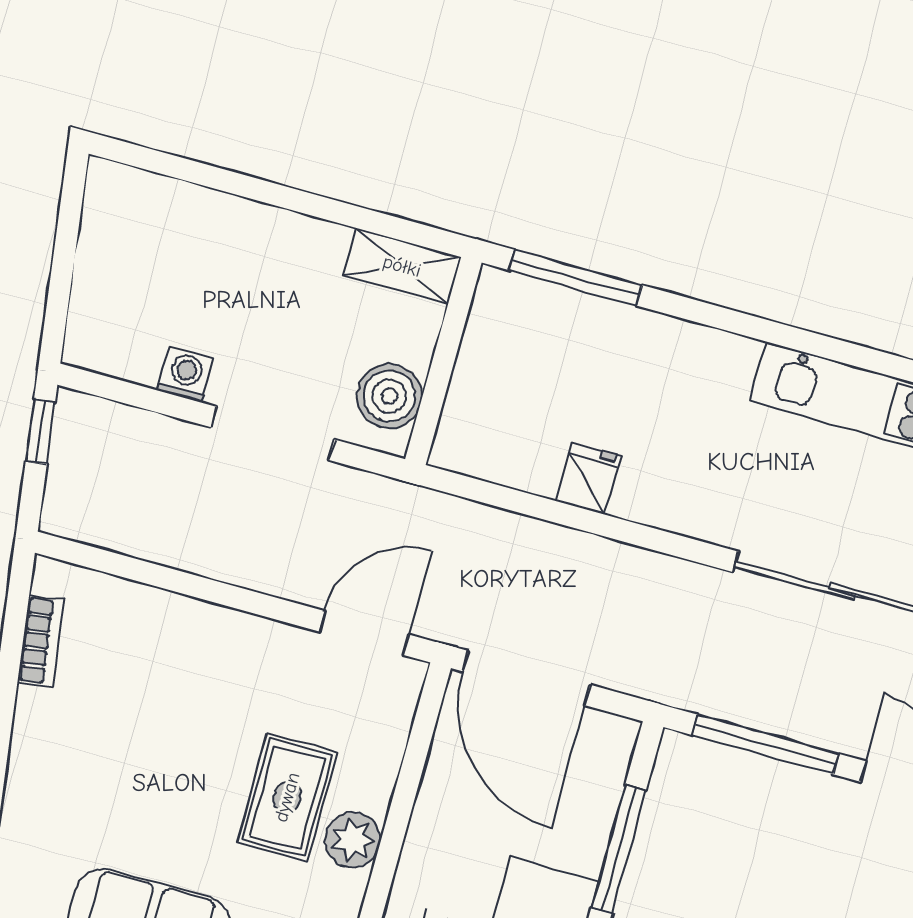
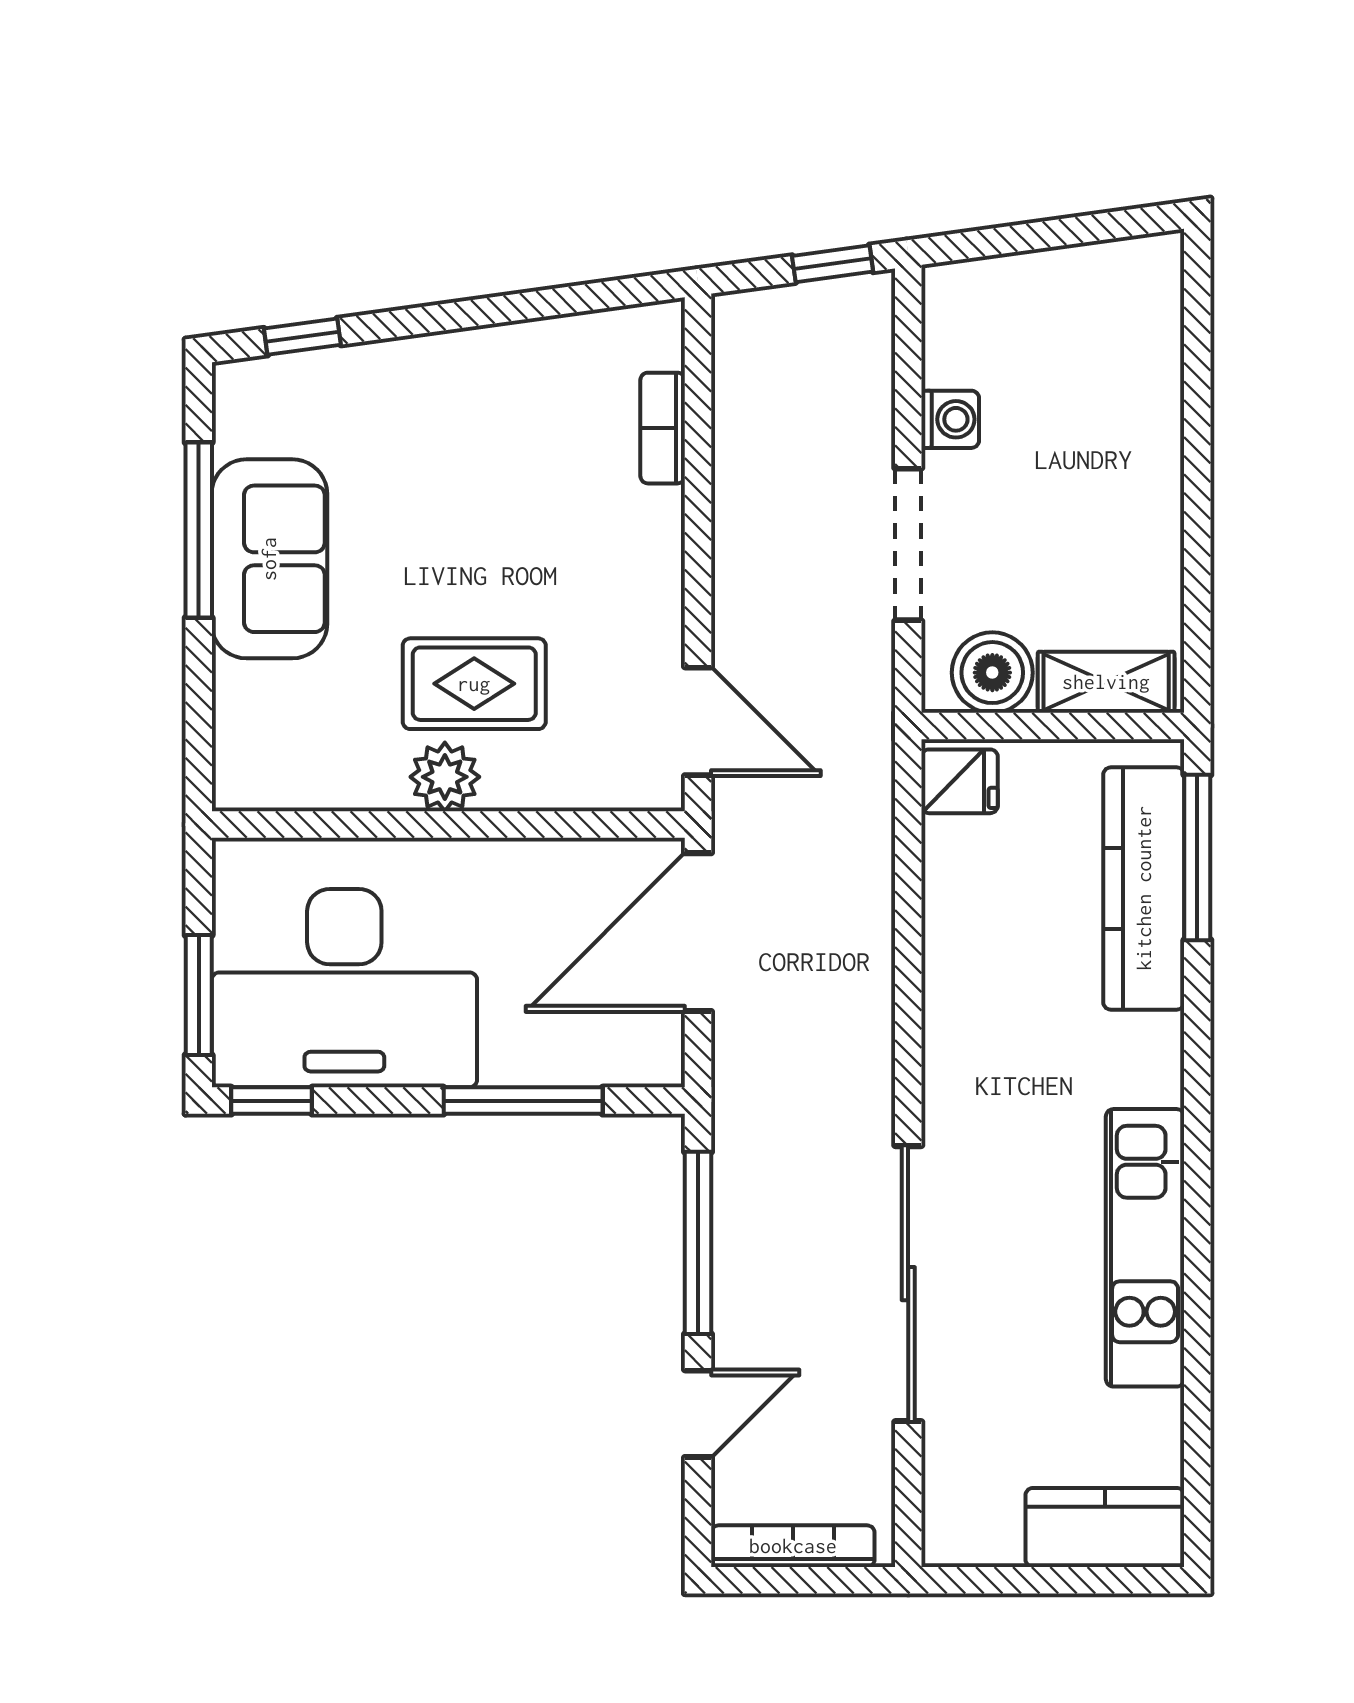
shelving: (402, 266) -> (1106, 682), moved, turned 90
kitchen counter: (588, 326) -> (1144, 888), added
fridge: (588, 478) -> (960, 781), moved
bookcase: (41, 641) -> (663, 428), moved, turned 98

